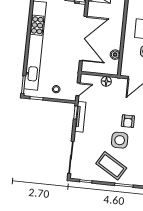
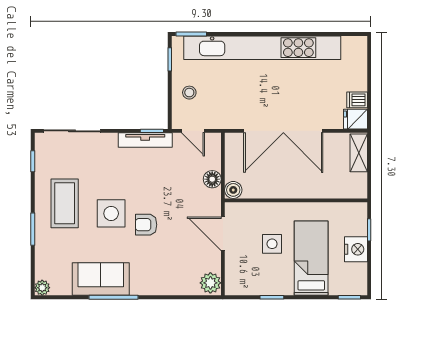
boiler: (115, 55) -> (233, 190), moved
coffee table: (111, 166) -> (65, 203), turned -31

